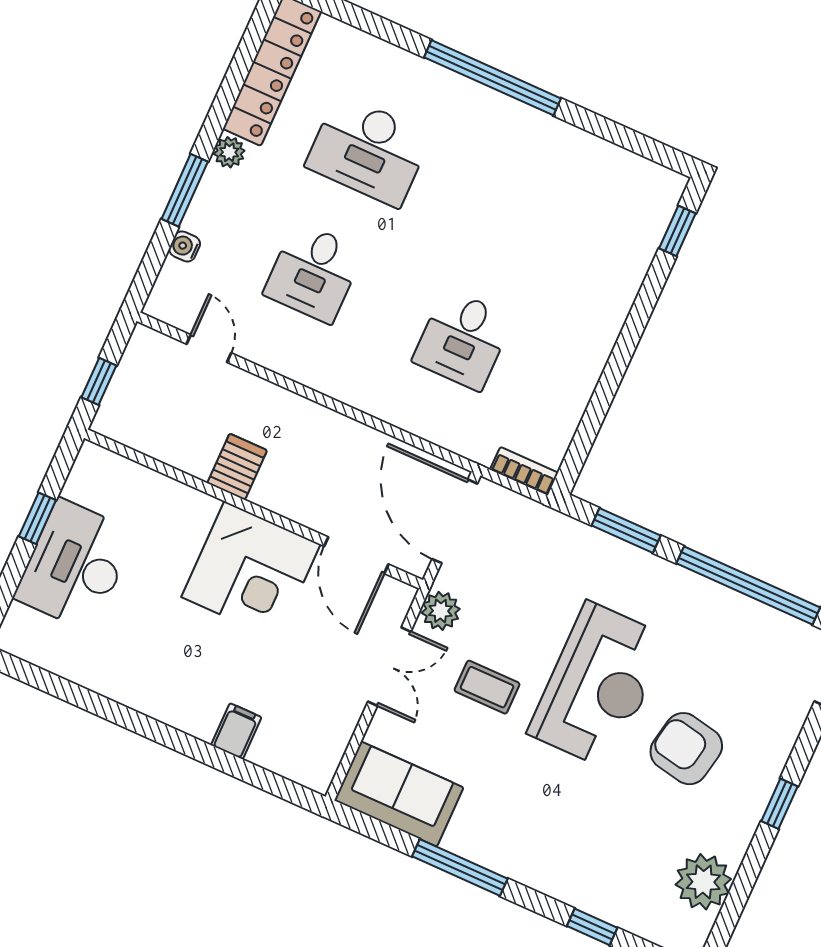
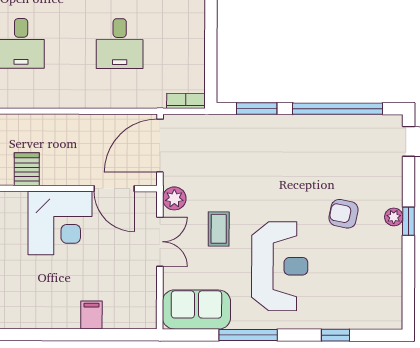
door: (455, 521) -> (160, 146), hinge flipped
reception desk: (598, 685) -> (280, 266), moved
coffee table: (487, 687) -> (219, 229), turned 90
armchair: (686, 749) -> (344, 214), width x0.72, depth x0.72
plant: (703, 882) -> (394, 217), moved, width x0.53, depth x0.53

